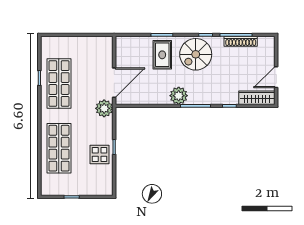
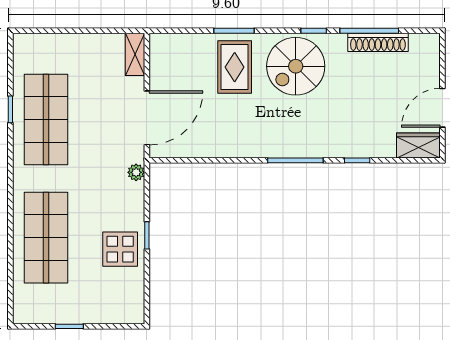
shelving: (108, 48) -> (135, 54), added
plant: (179, 96) -> (265, 142), removed
wardrobe: (257, 98) -> (418, 145), width x0.67
plant: (104, 108) -> (136, 172), width x0.53, depth x0.53

